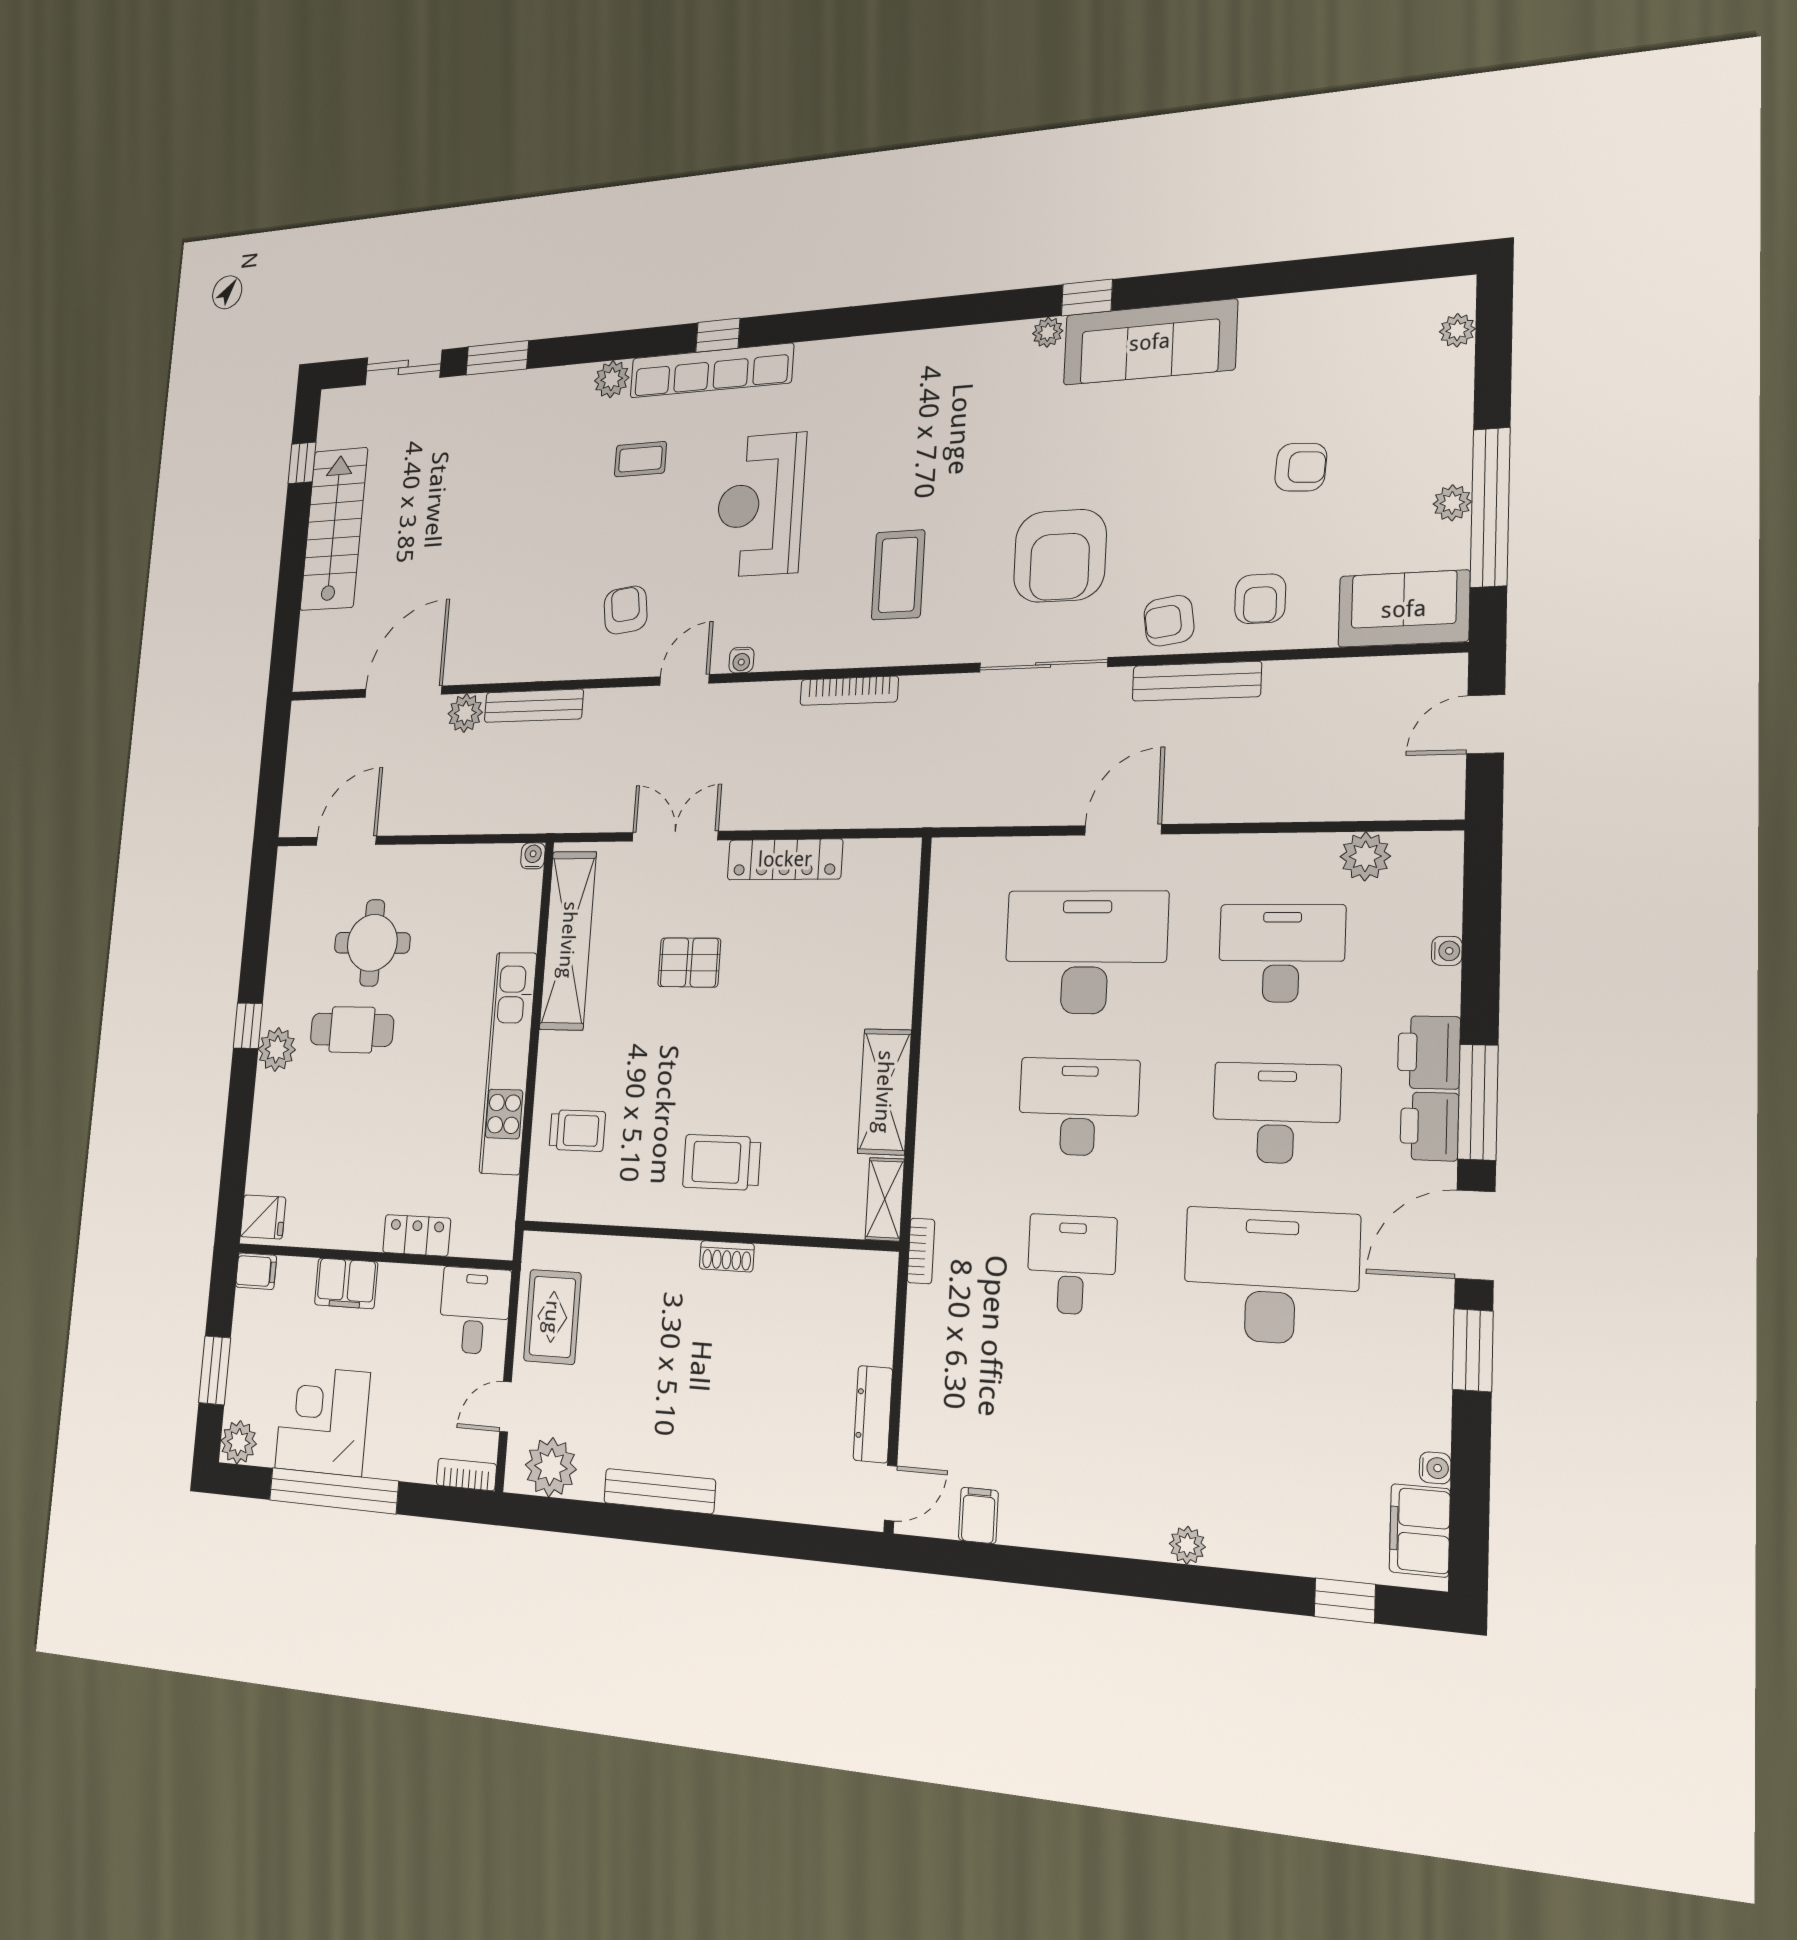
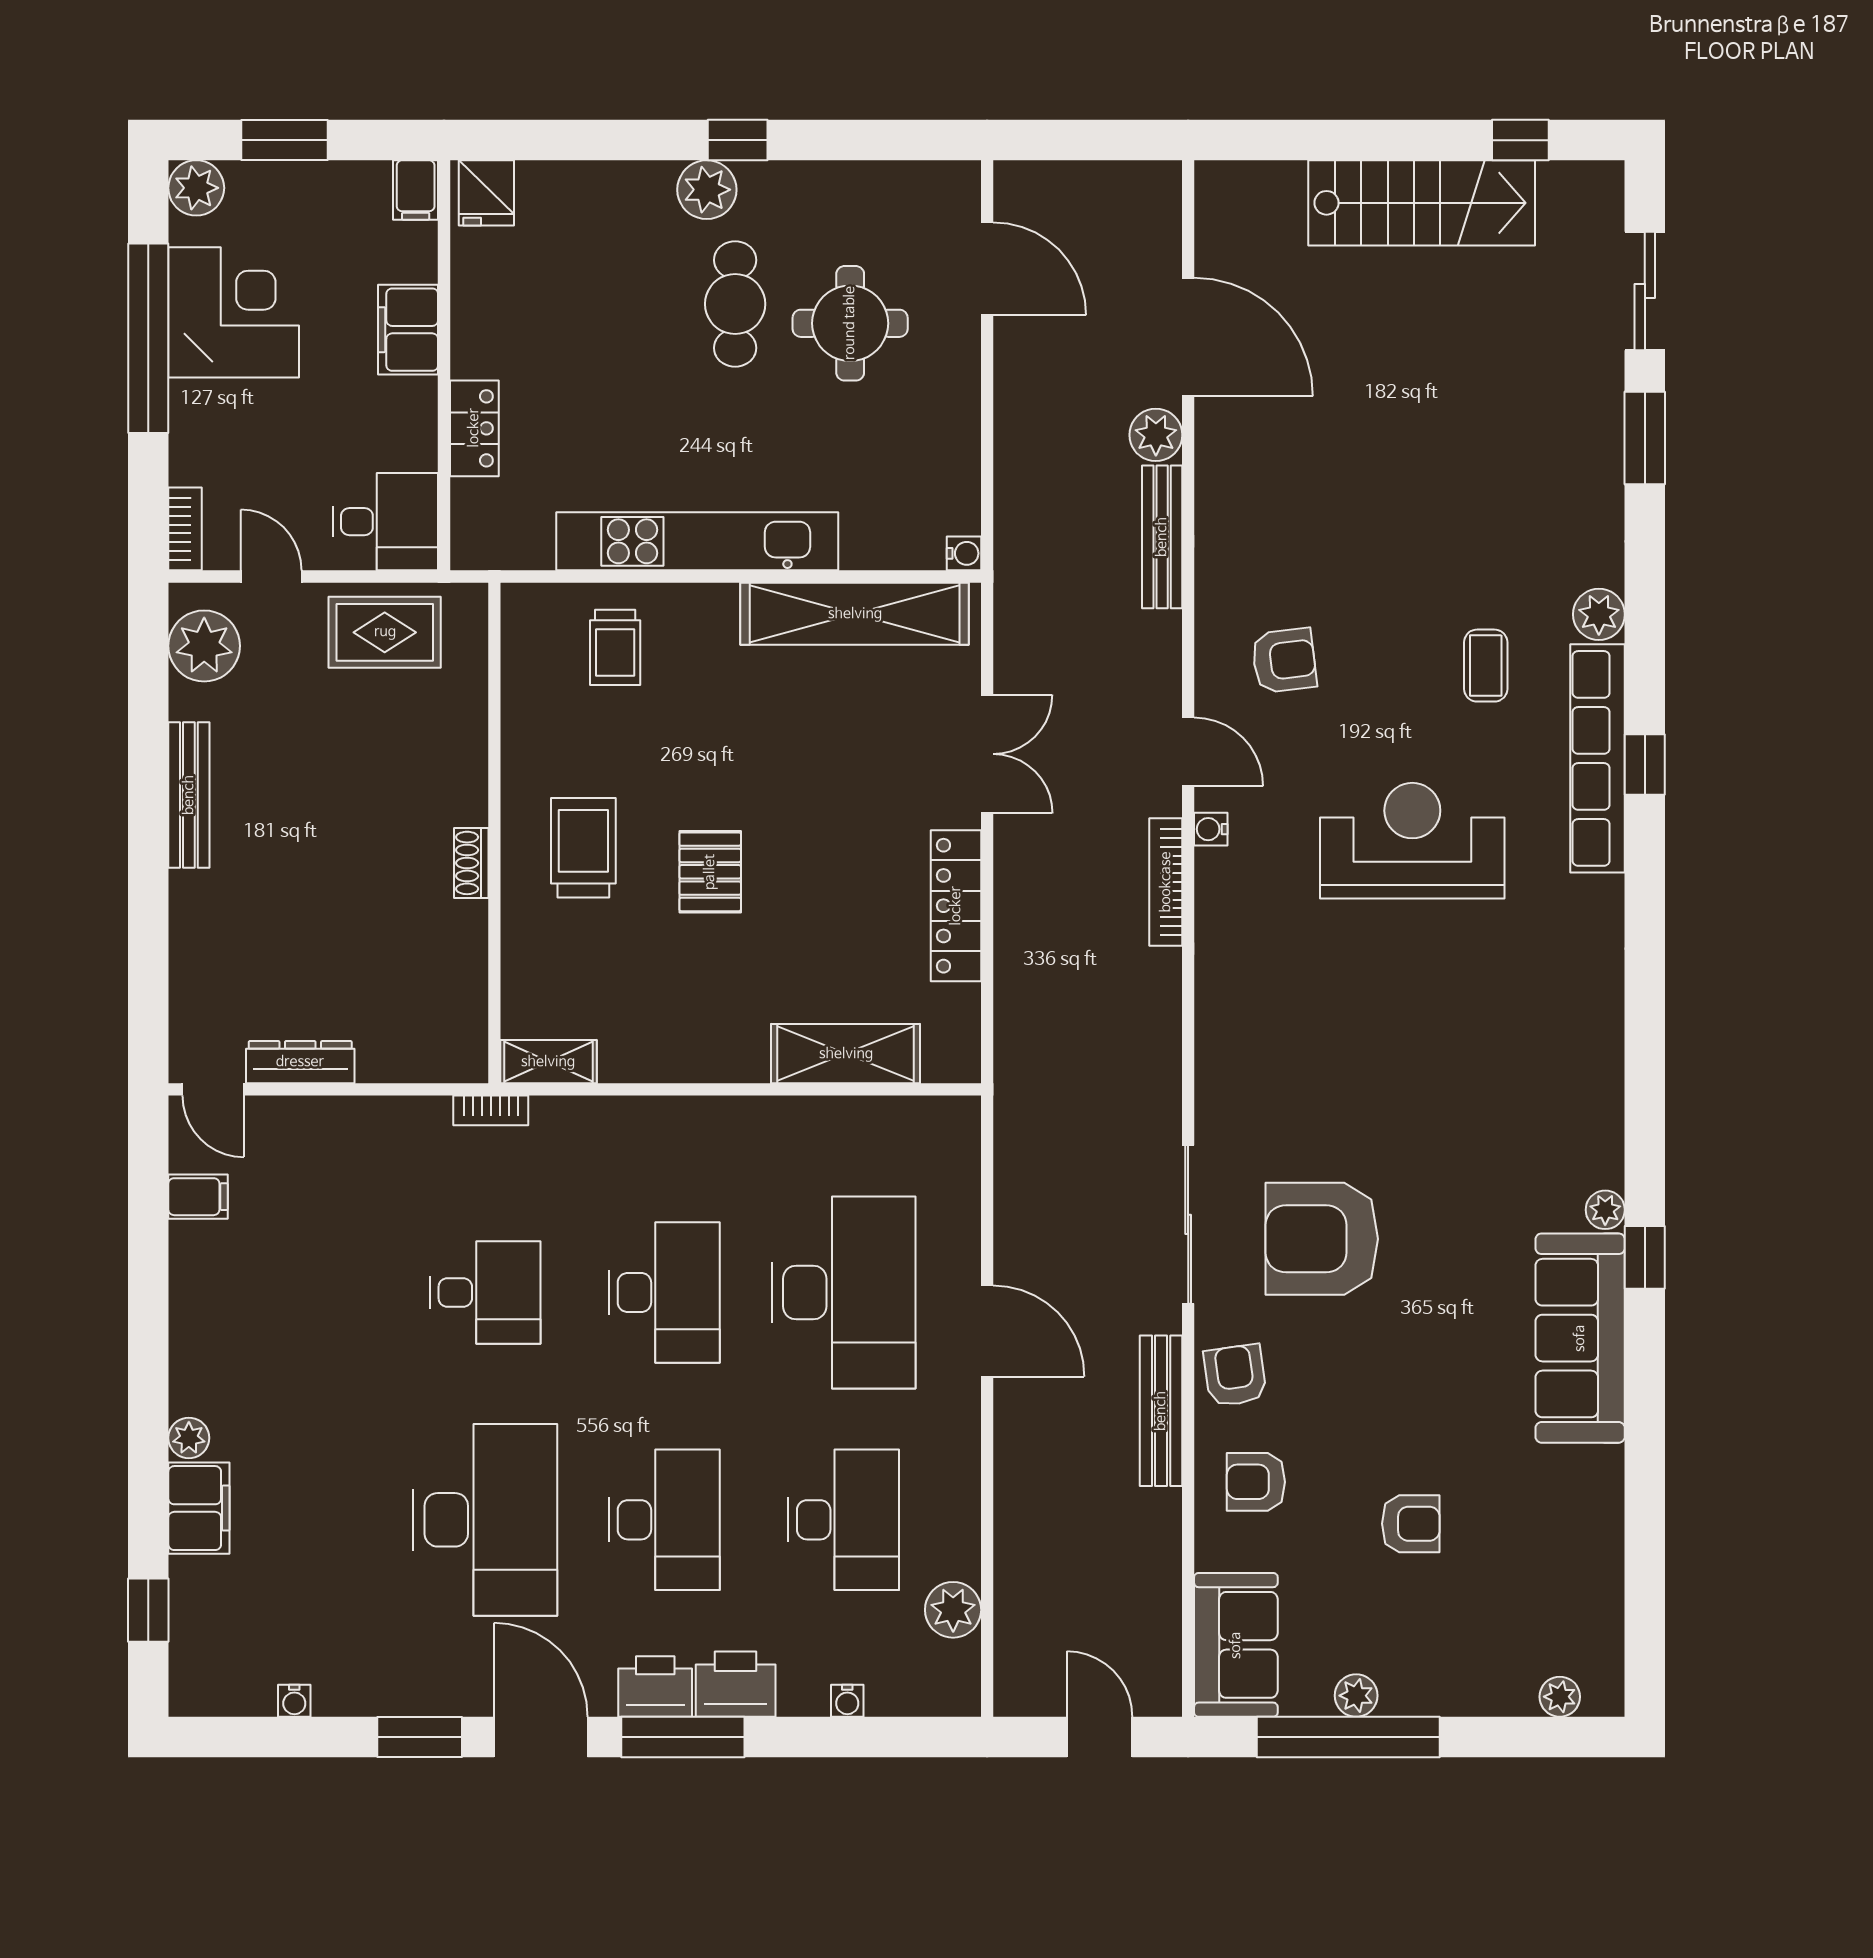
armchair: (1301, 467) -> (1411, 1524), turned -94
coffee table: (898, 575) -> (1310, 1033), removed
bookcase: (849, 691) -> (1166, 882), moved
pallet: (689, 962) -> (710, 872), moved
shelving: (884, 1092) -> (846, 1054), moved
filing cabinet: (1420, 1530) -> (199, 1508), moved, turned 90

